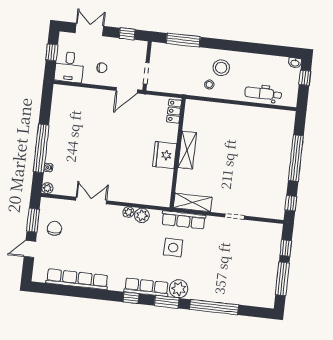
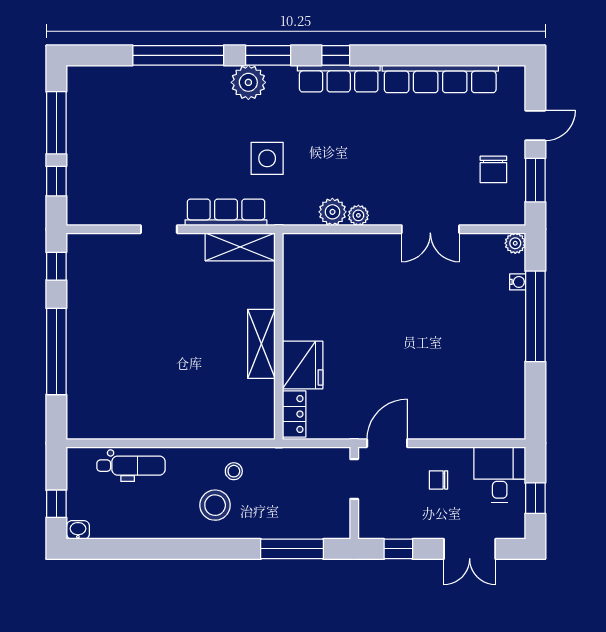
fridge: (165, 155) -> (303, 365), moved
row of seats: (184, 220) -> (226, 212), moved
row of seats: (146, 287) -> (339, 79), moved

